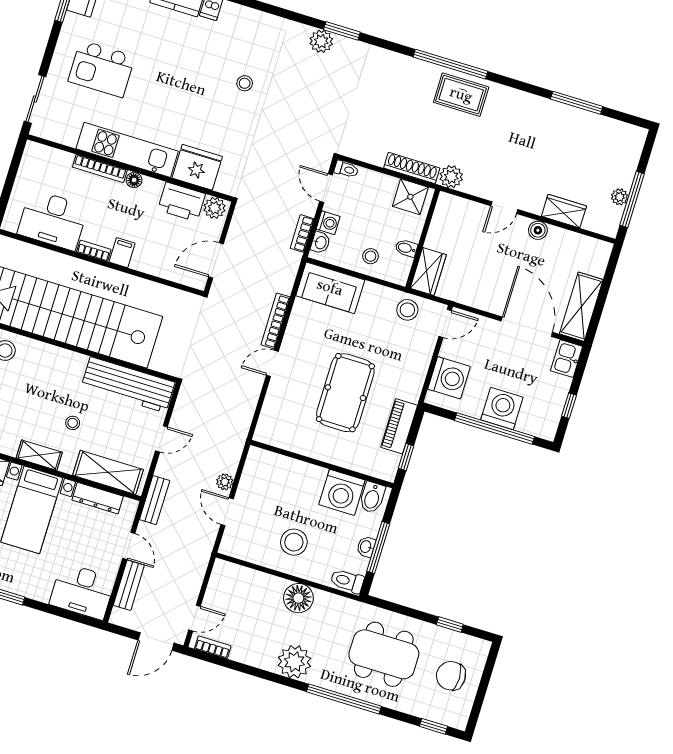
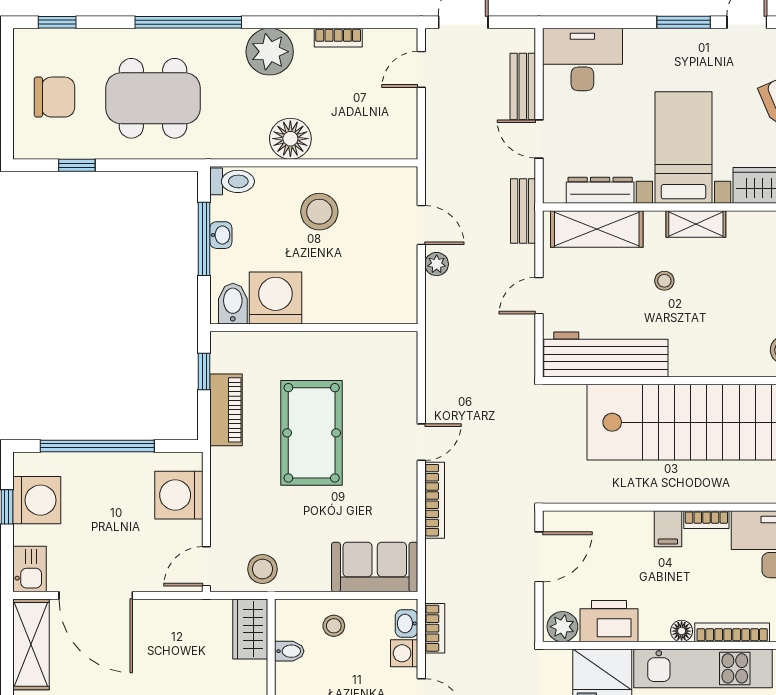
washing machine: (502, 409) -> (37, 500), moved, turned -90
bookcase: (213, 647) -> (338, 38), moved

